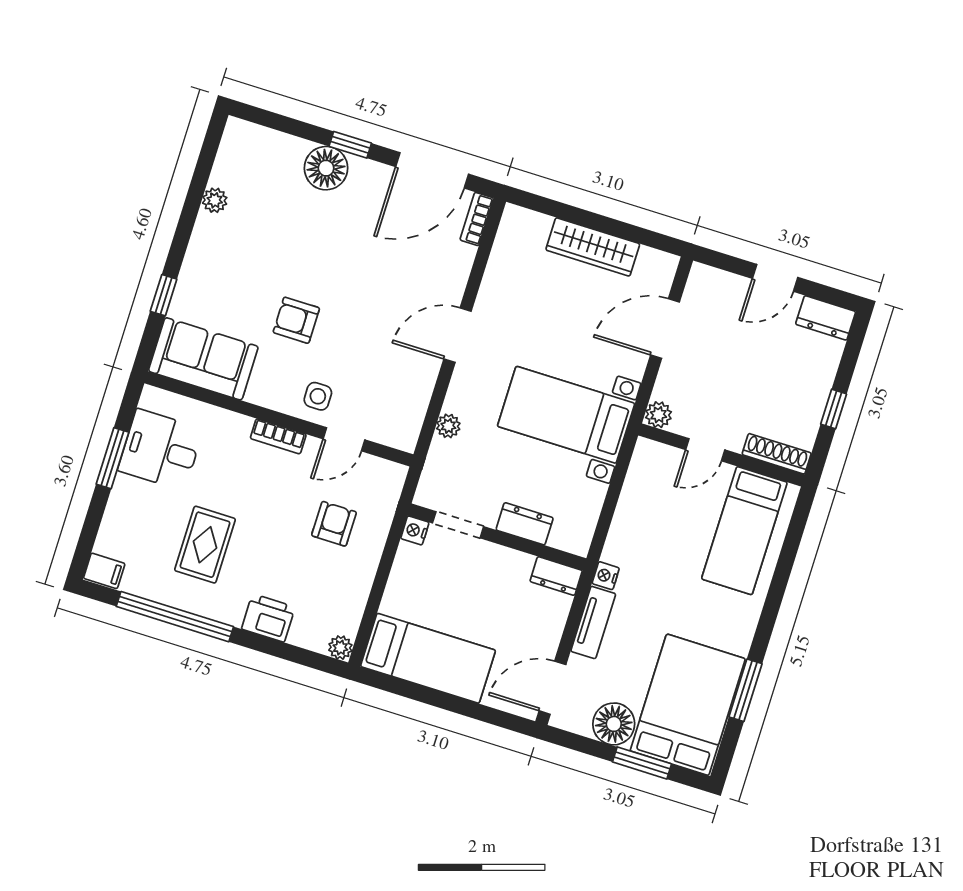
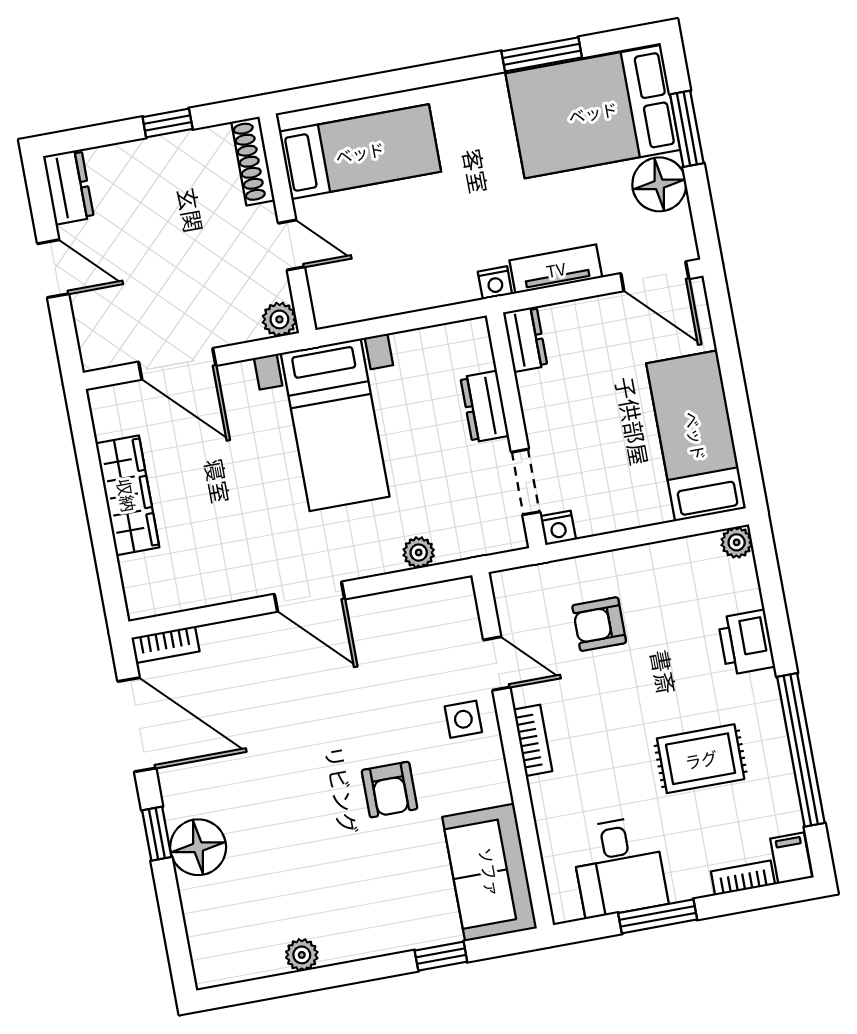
bookcase: (108, 531) -> (743, 878), added

